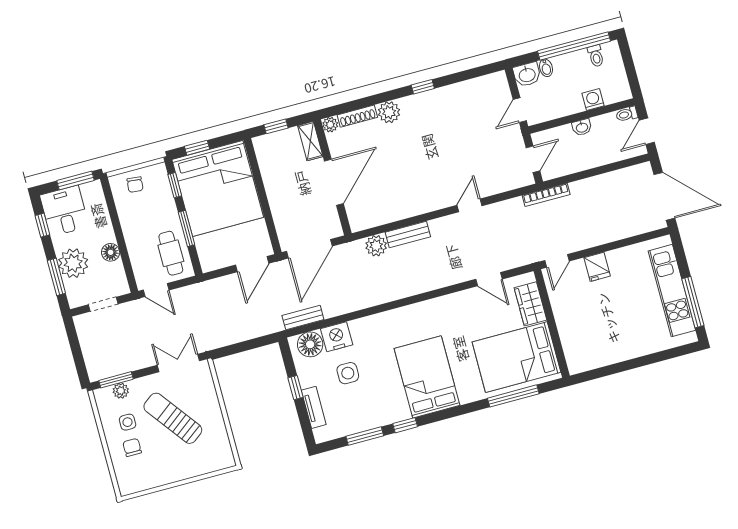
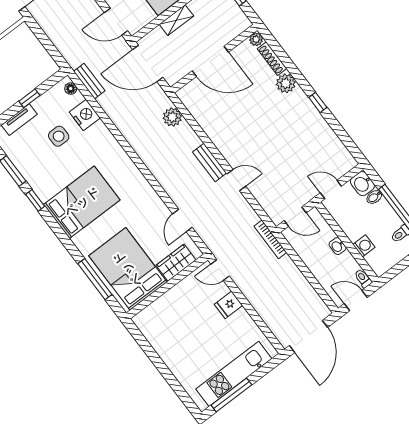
shelving: (310, 141) -> (176, 20), moved
bench: (408, 234) -> (210, 162), moved
floor lamp: (310, 344) -> (71, 89), width x0.53, depth x0.53

